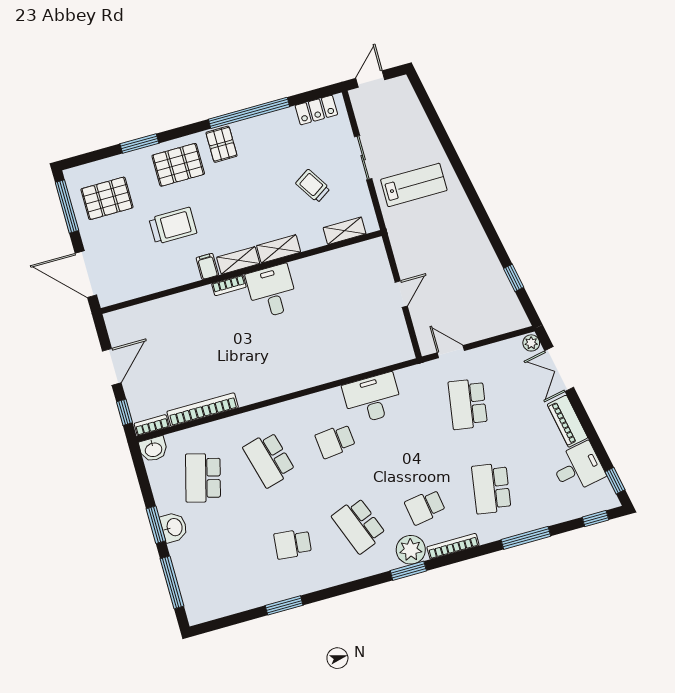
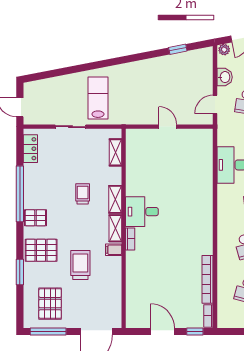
pallet: (178, 165) -> (41, 250), turned 90
trolley: (313, 186) -> (83, 194), moved, turned 123
washbasin: (153, 449) -> (225, 77), moved

